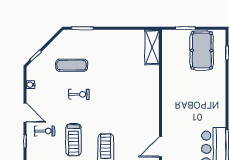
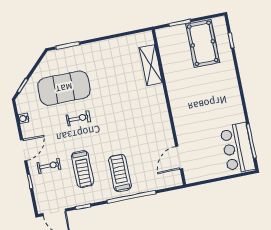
shelving: (152, 47) -> (151, 65), moved
exercise mat: (72, 65) -> (64, 88), width x2.00, depth x1.45
door: (25, 113) -> (24, 150), hinge flipped

